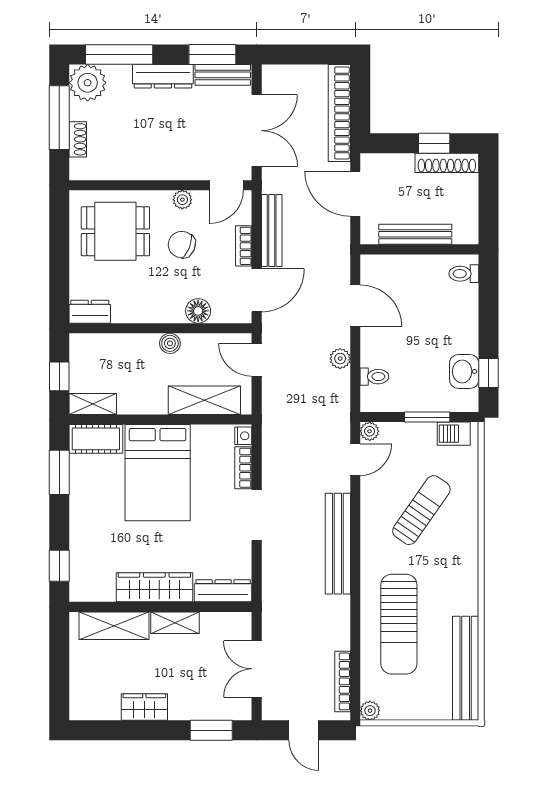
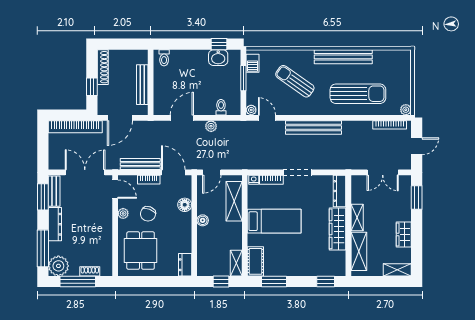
window: (434, 143) -> (92, 87), moved
bed: (158, 473) -> (274, 221), width x0.67
bench: (466, 668) -> (343, 57), moved
shelving: (81, 695) -> (397, 270), added

